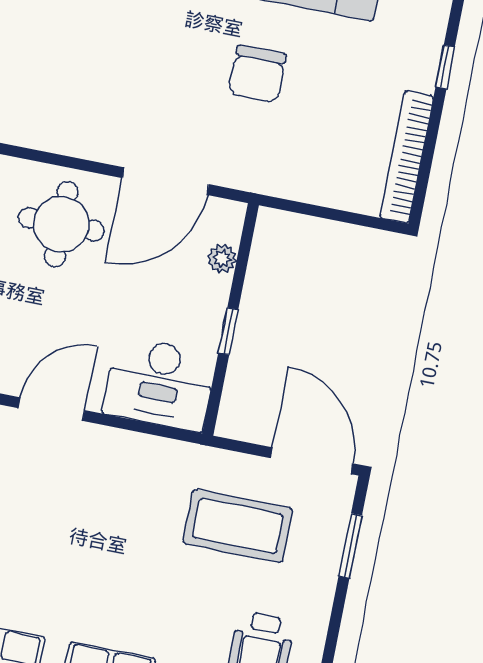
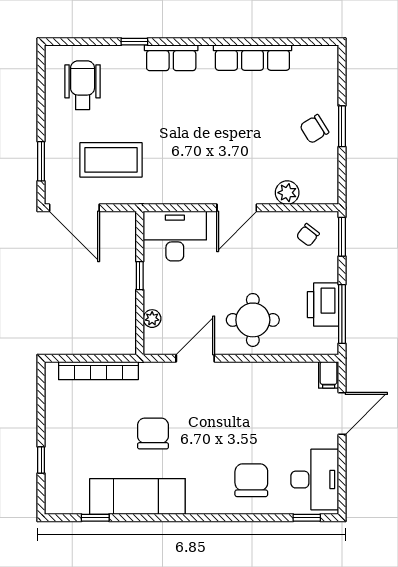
bookcase: (407, 157) -> (98, 371), moved, turned 90
door: (166, 181) -> (195, 358), width x0.73

